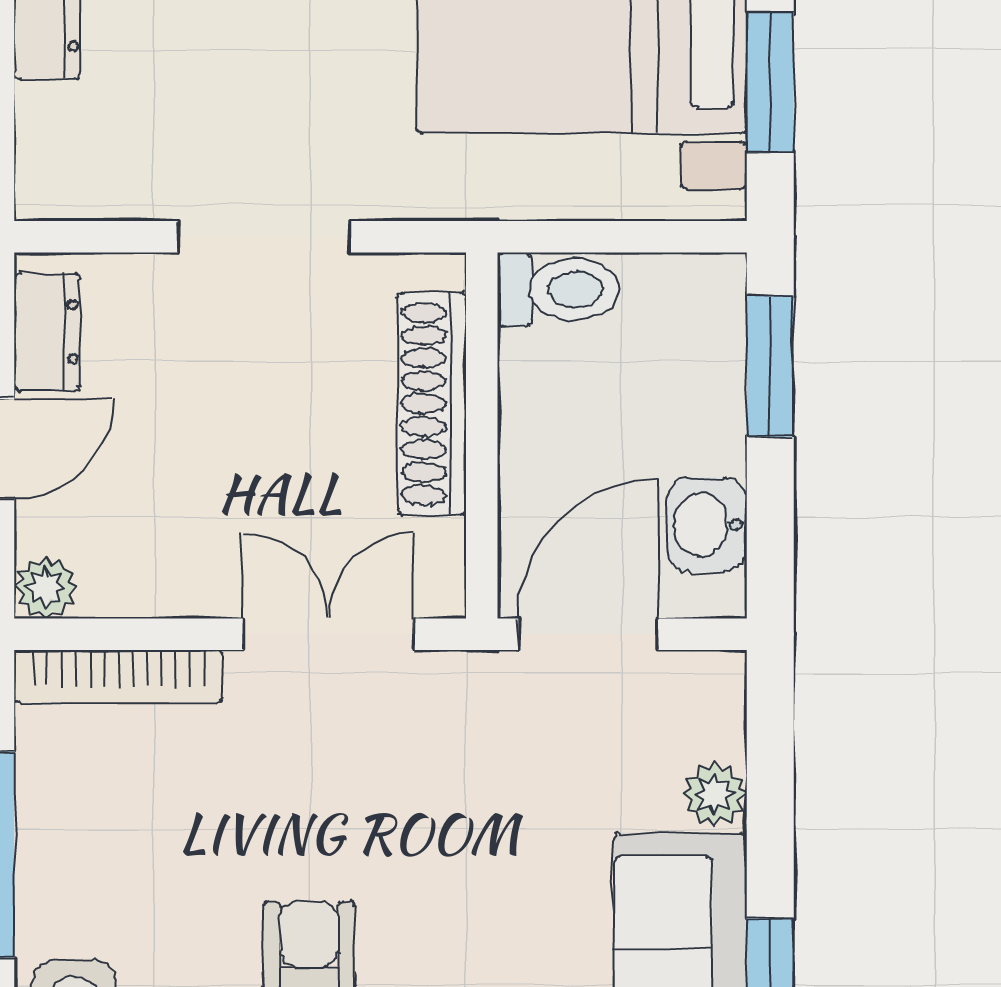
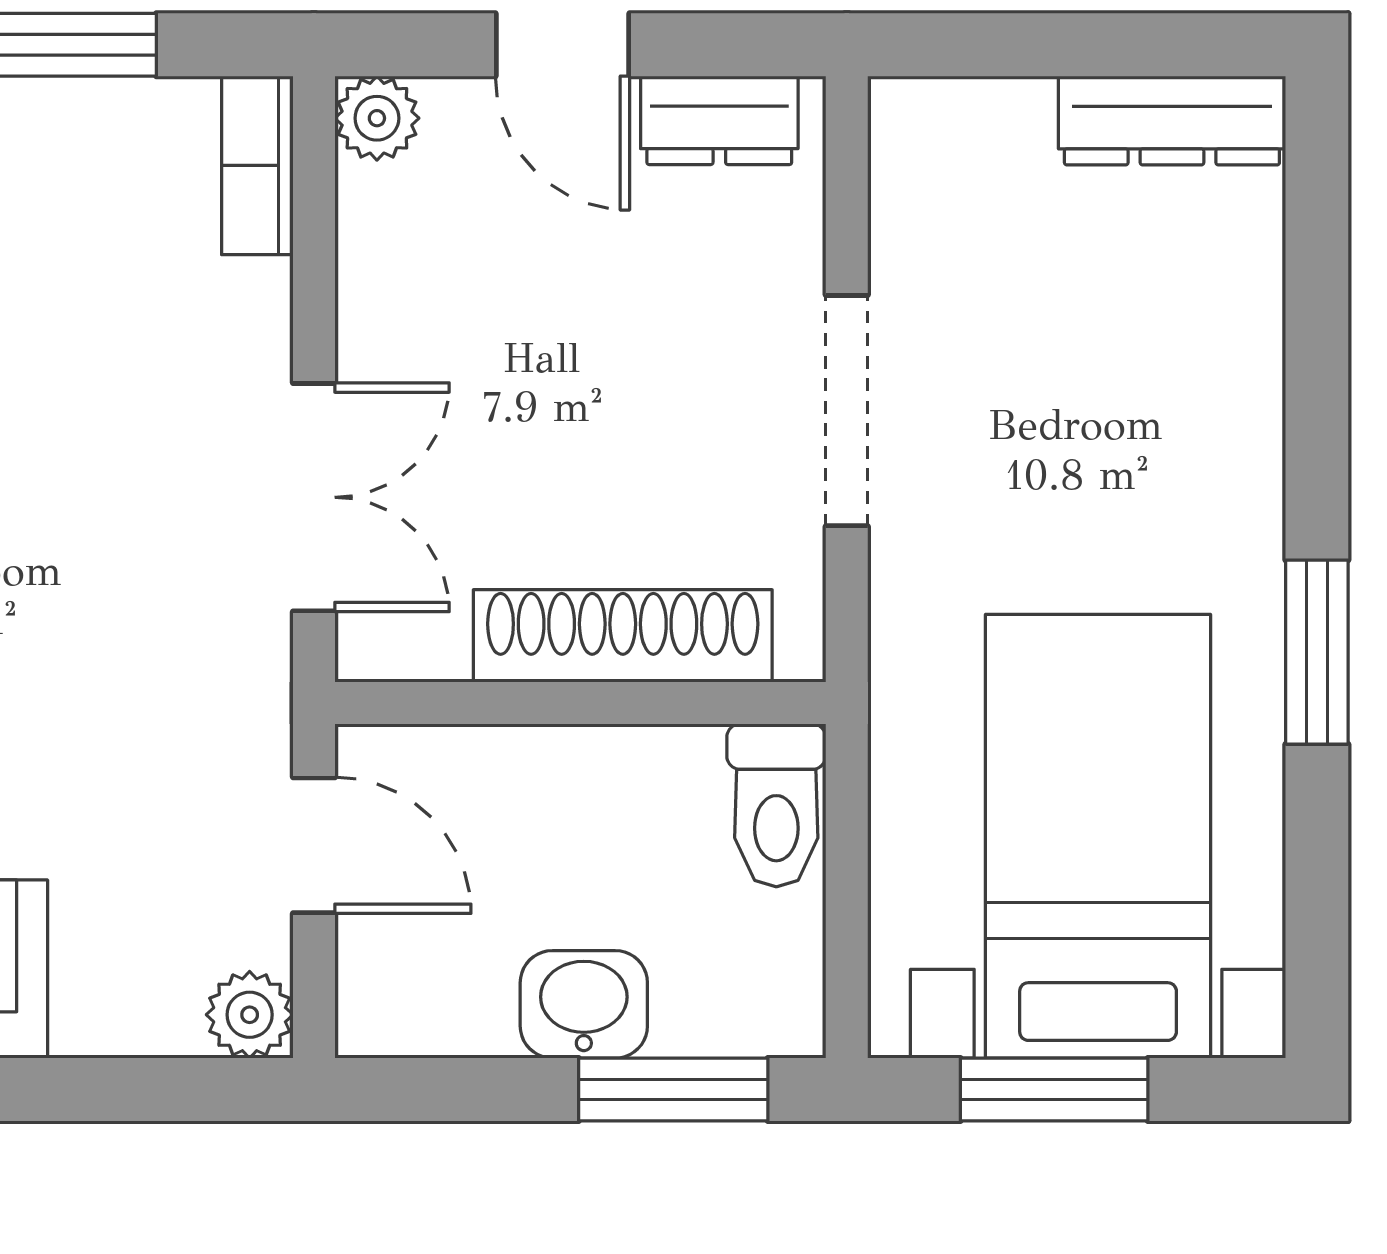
washbasin: (707, 525) -> (584, 1004), moved
door: (588, 634) -> (314, 845), width x0.73
bookcase: (118, 677) -> (257, 165), width x0.64
plant: (714, 794) -> (250, 1015), moved

